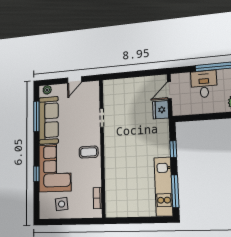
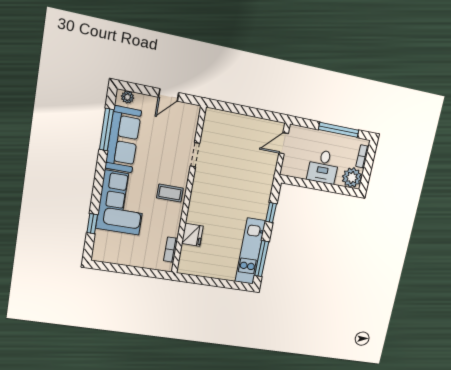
desk: (204, 84) -> (323, 167), moved, turned 180
fridge: (161, 110) -> (192, 235), moved, turned 180
window: (36, 174) -> (92, 224), moved
side table: (62, 204) -> (123, 248), removed

